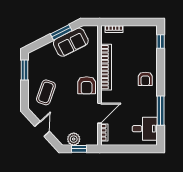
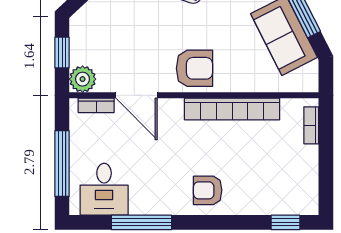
armchair: (87, 85) -> (194, 68), turned 180
plant: (74, 139) -> (83, 79), moved
window: (132, 149) -> (62, 164), added

